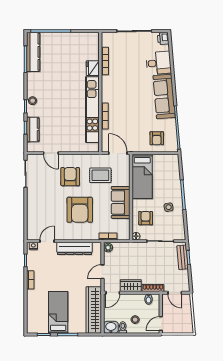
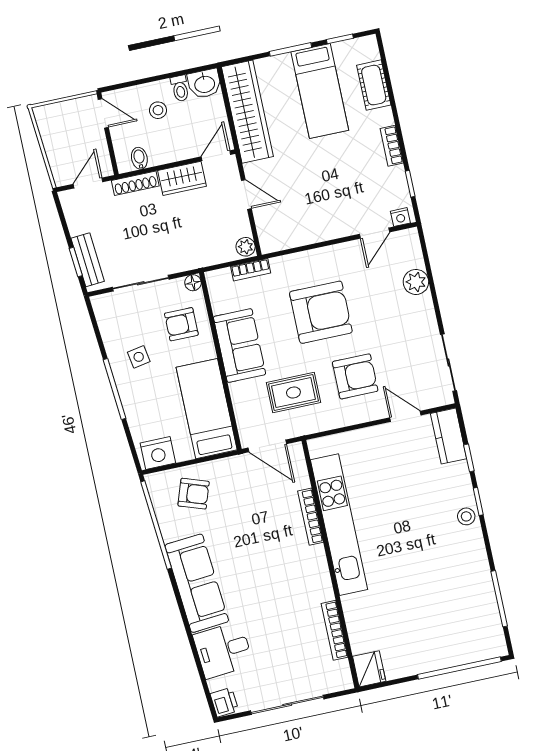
kitchen counter: (33, 52) -> (487, 617), removed
fridge: (93, 68) -> (369, 669), moved
kitchen counter: (33, 129) -> (449, 436), moved
armchair: (157, 138) -> (194, 494), turned 109
nightstand: (169, 161) -> (158, 453), added
armchair: (70, 177) -> (355, 376), turned -90
armchair: (80, 210) -> (321, 312), turned 90
plant: (33, 214) -> (416, 282), added
armchair: (146, 218) -> (181, 324), turned 90
dresser: (75, 248) -> (314, 230), removed
door: (102, 272) -> (246, 194), hinge flipped
door: (175, 293) -> (88, 183), hinge flipped
cot: (33, 310) -> (374, 85), added
door: (161, 324) -> (103, 113), hinge flipped

